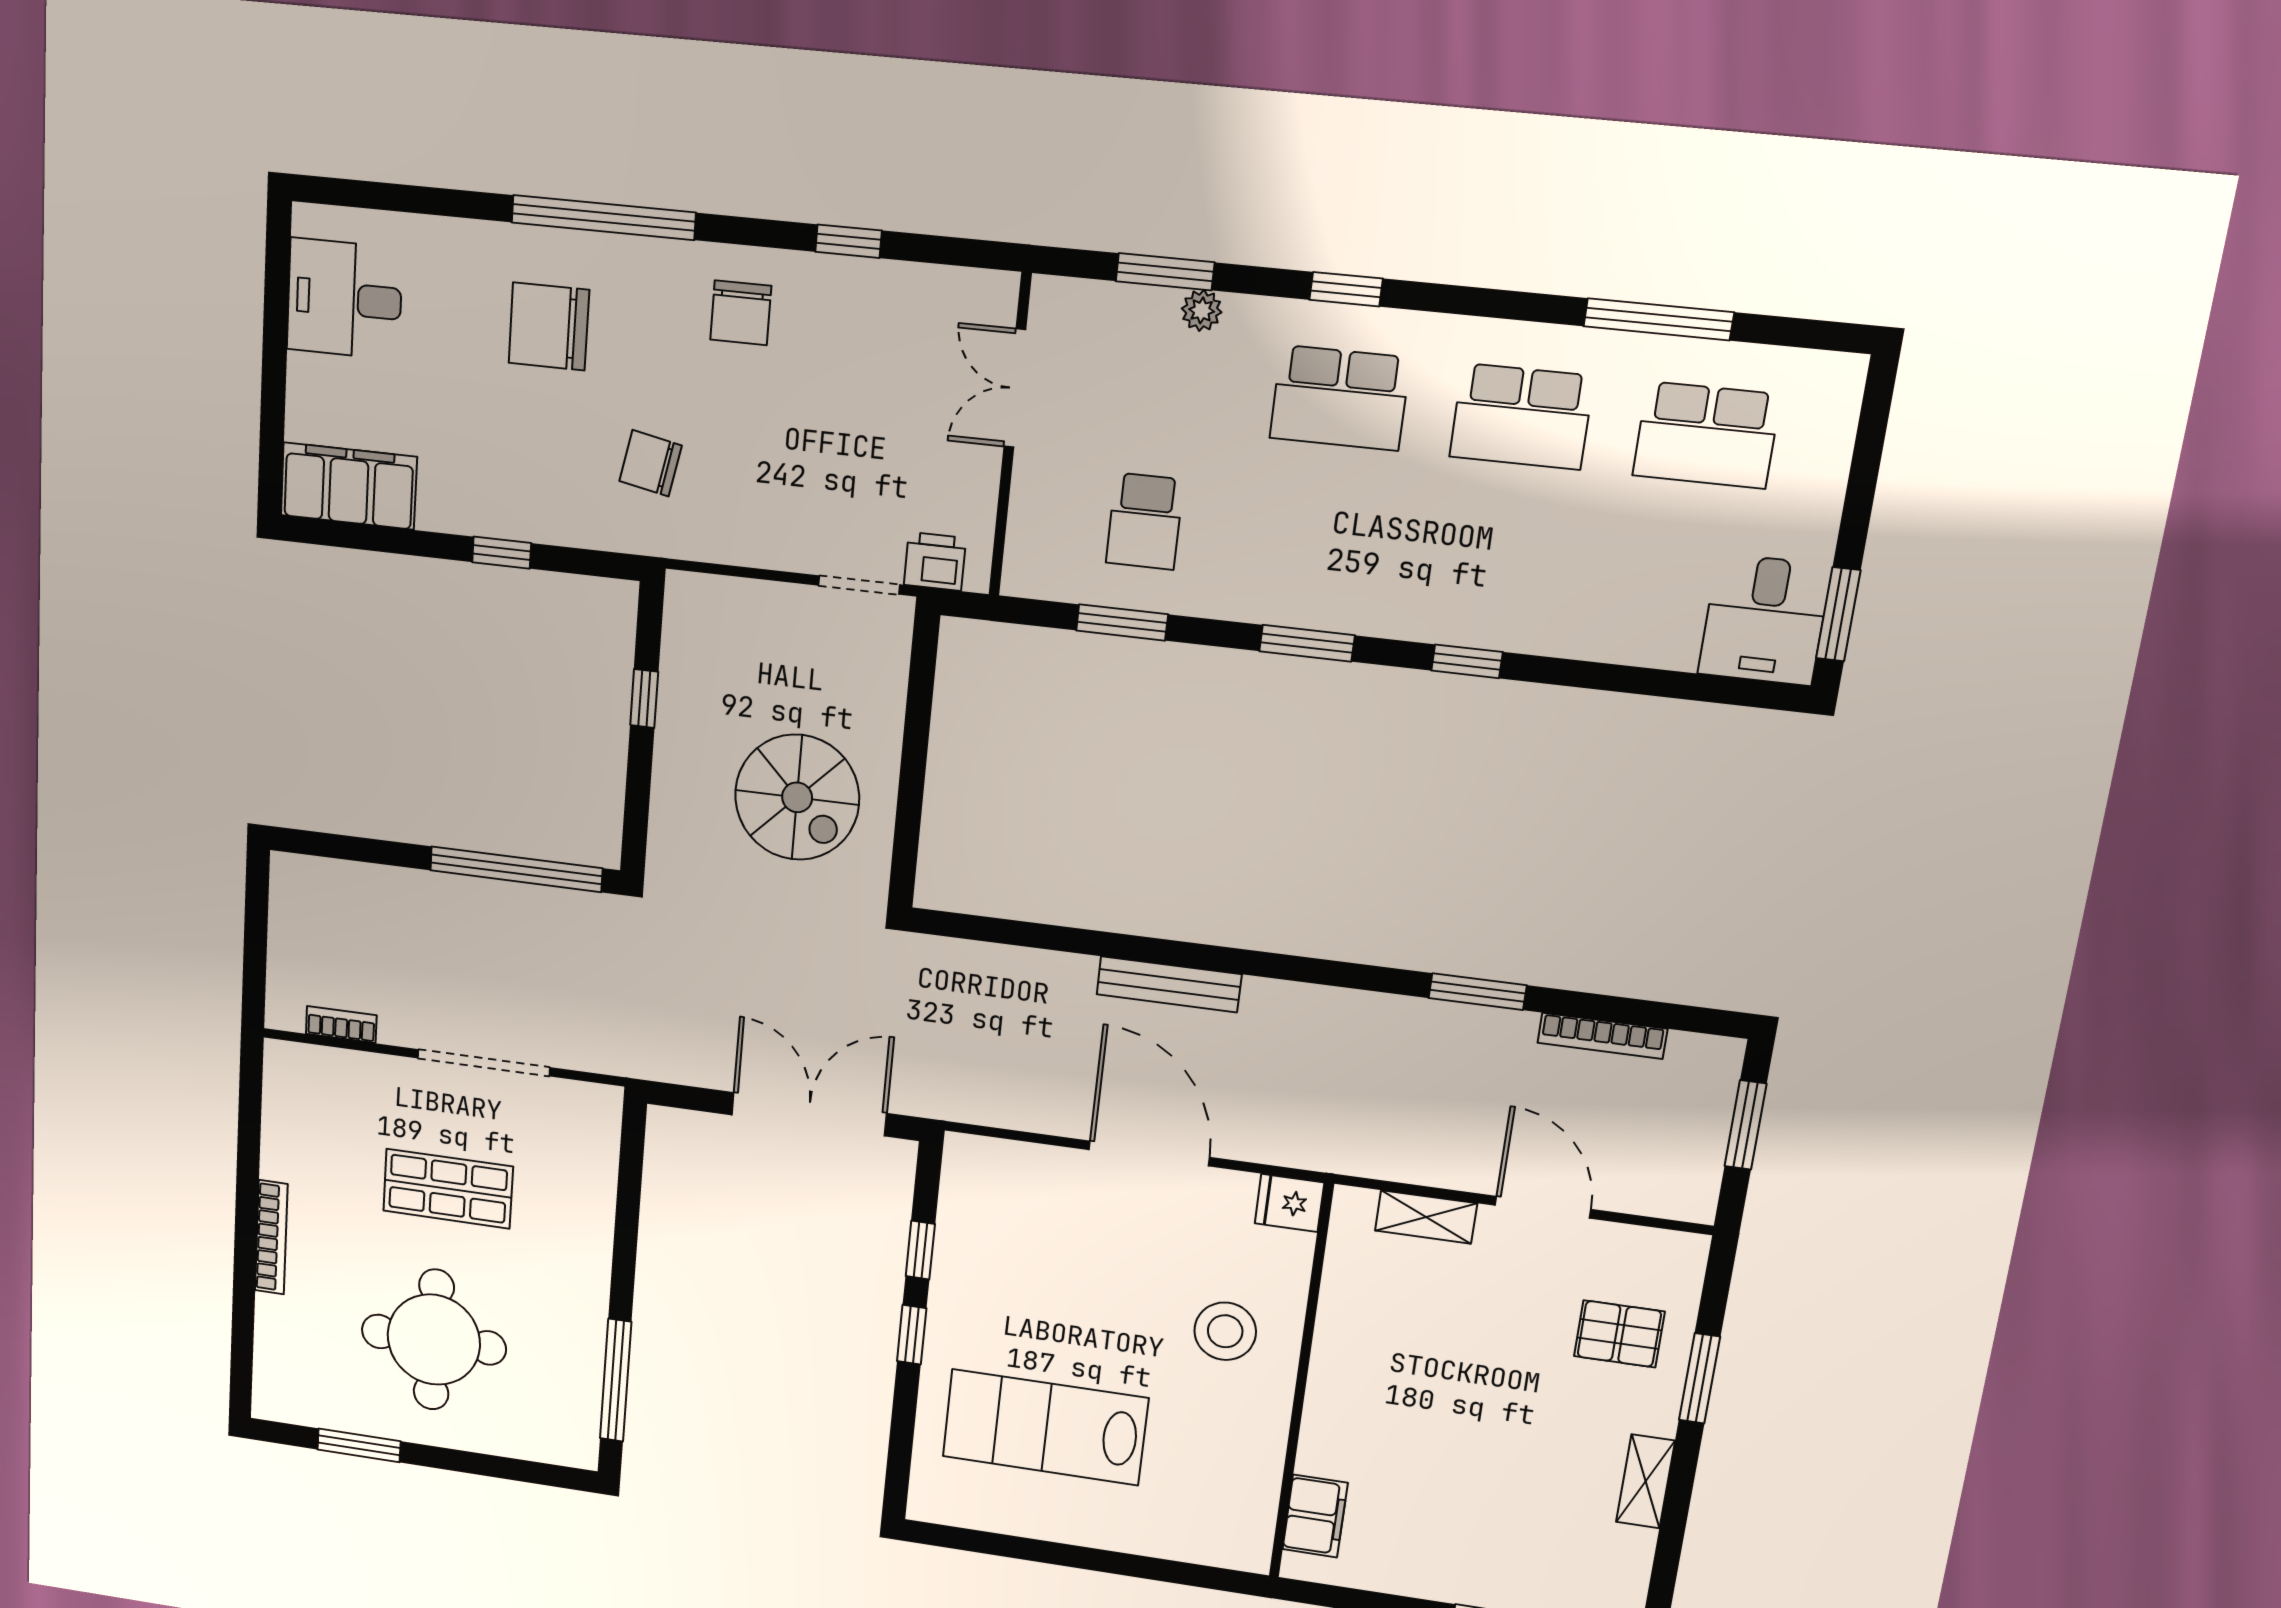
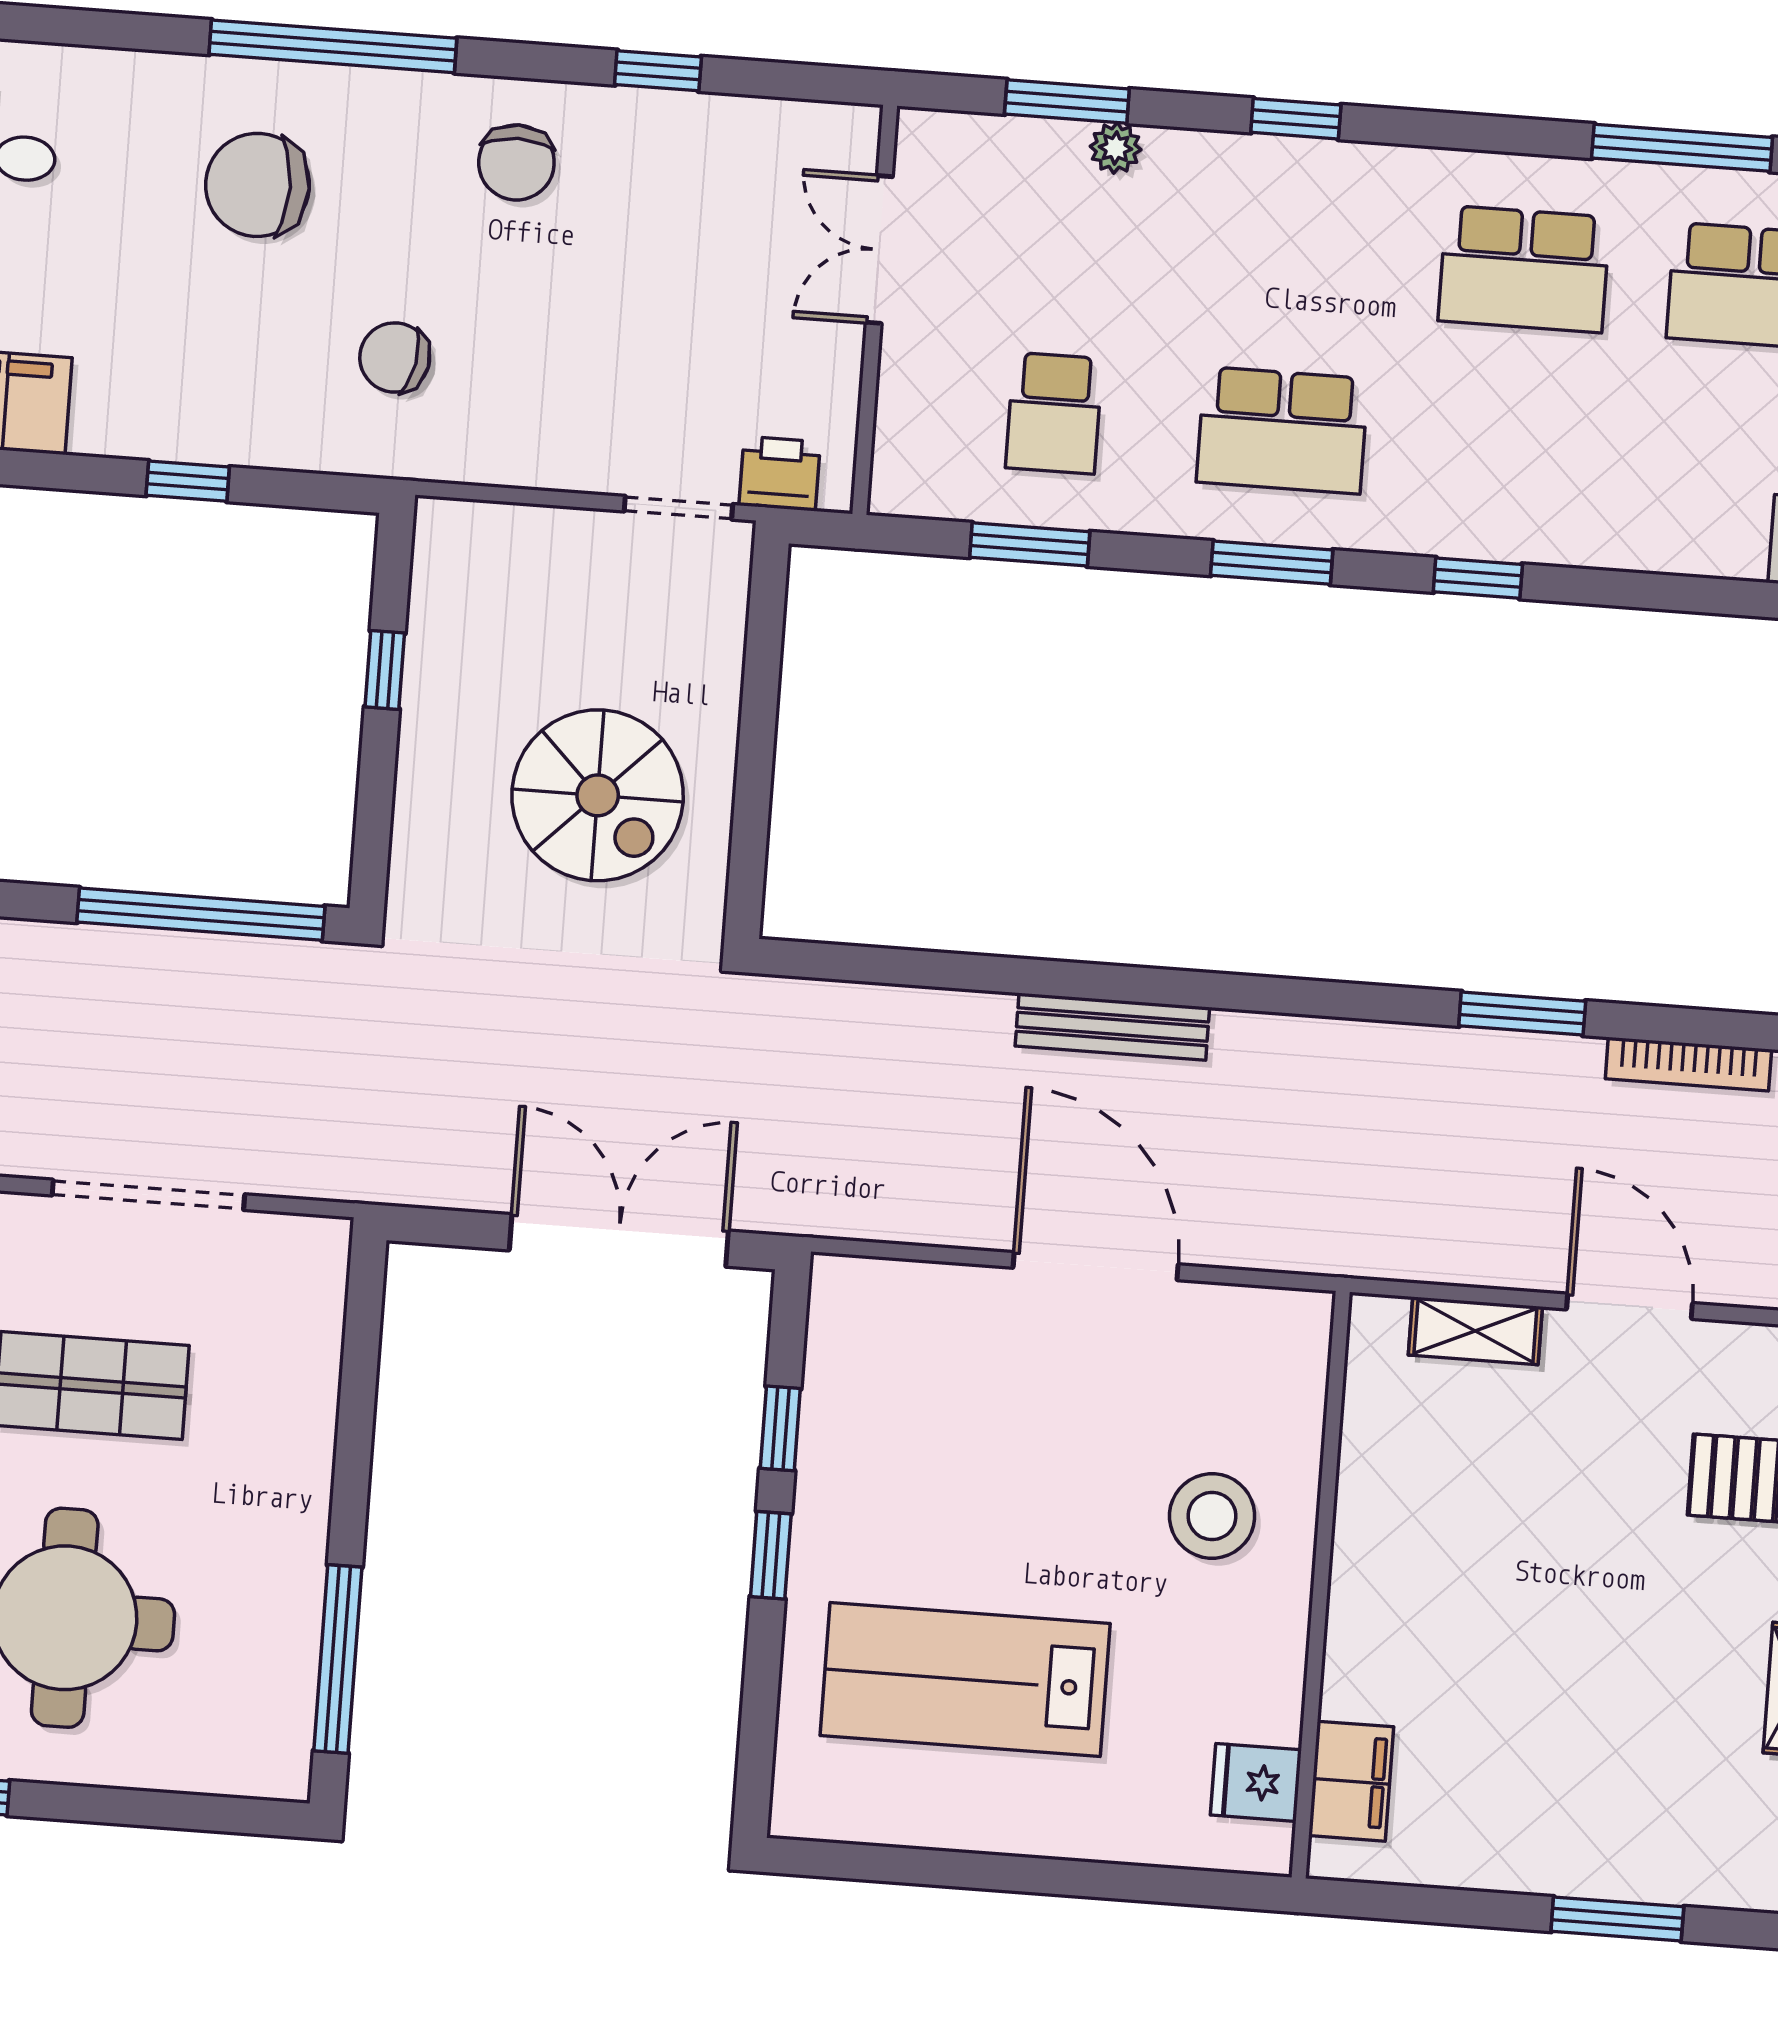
school desk: (1340, 398) -> (1282, 430), moved
fridge: (1289, 1203) -> (1256, 1782), moved

